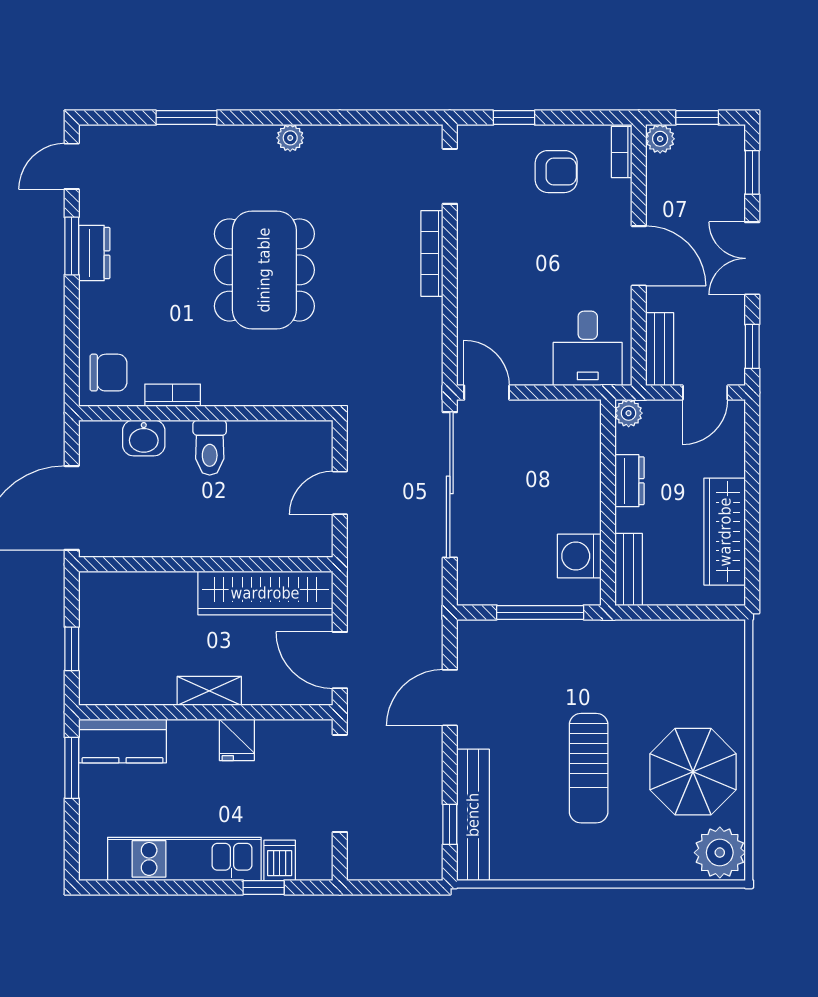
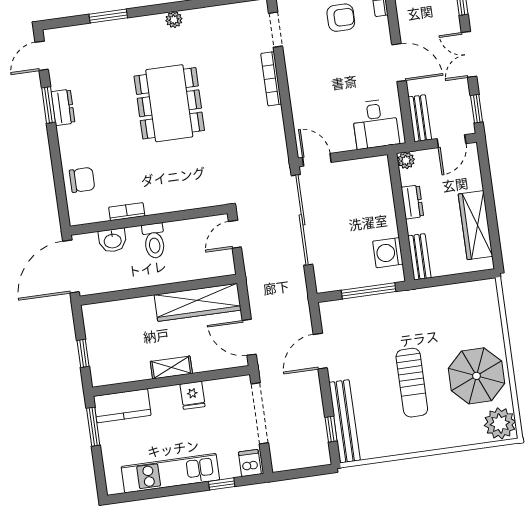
bookcase: (173, 395) -> (127, 212), moved
wall: (206, 413) -> (149, 220), moved
washbasin: (144, 438) -> (113, 240), moved
toilet: (210, 448) -> (154, 241), moved
dishwasher: (280, 860) -> (250, 463), moved

